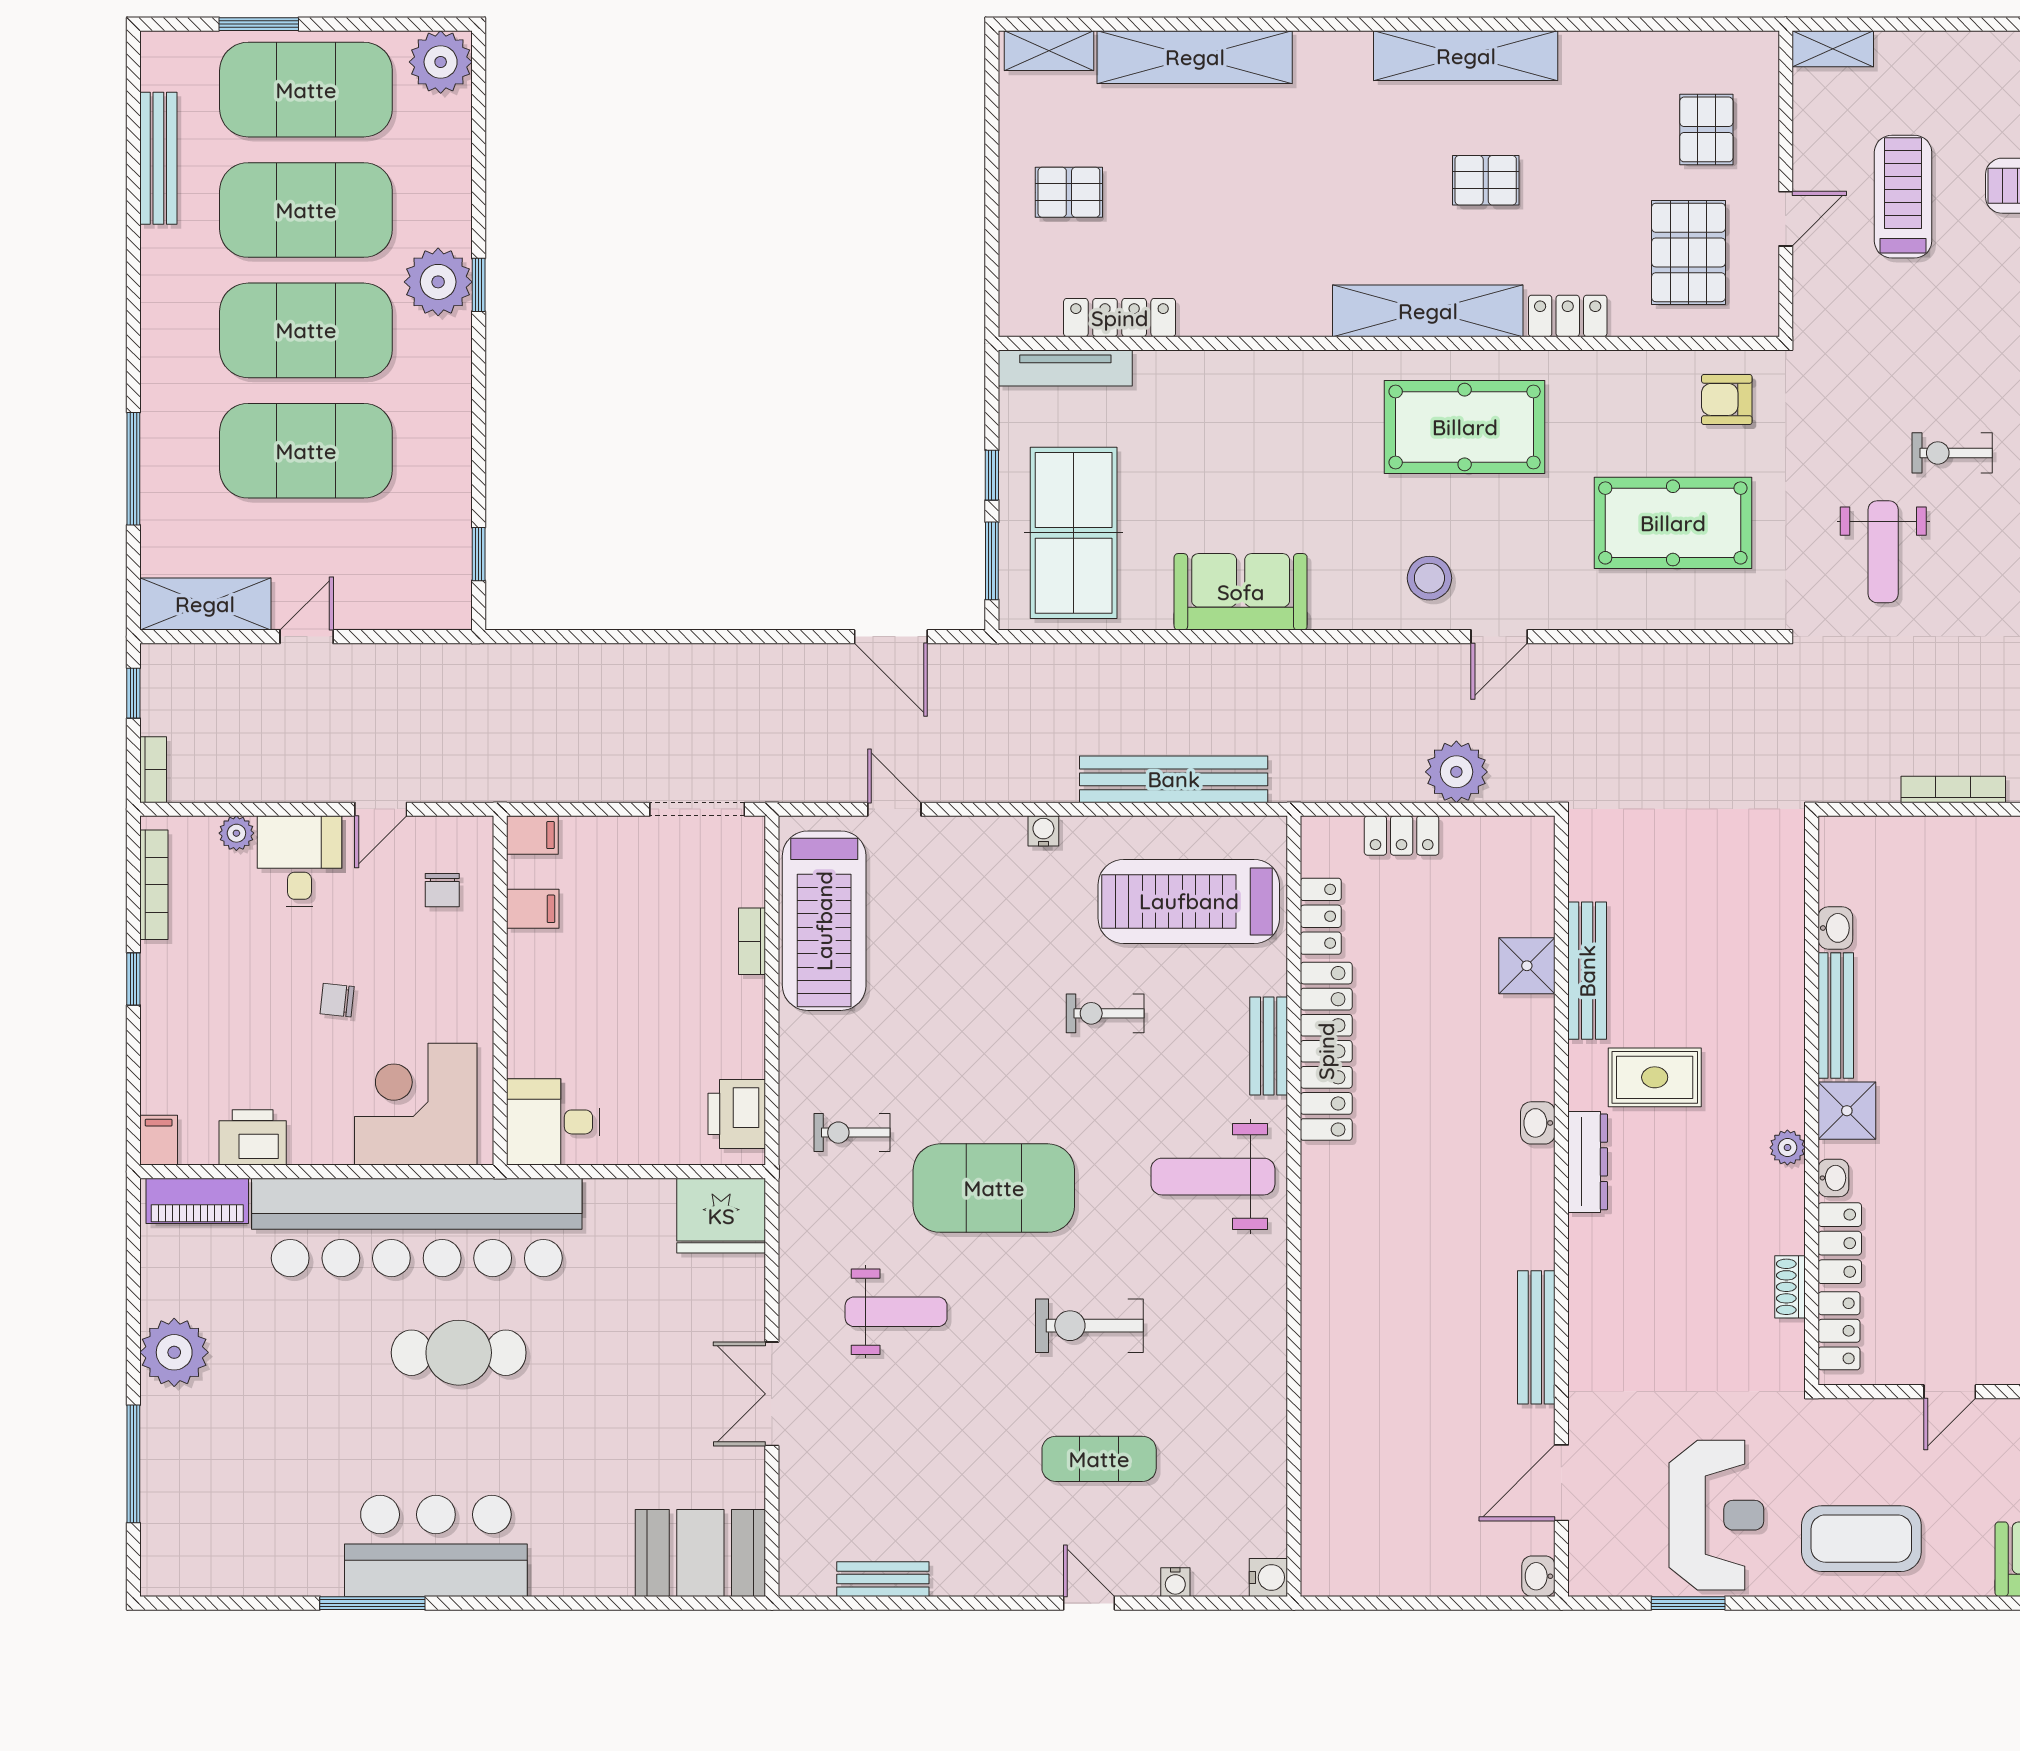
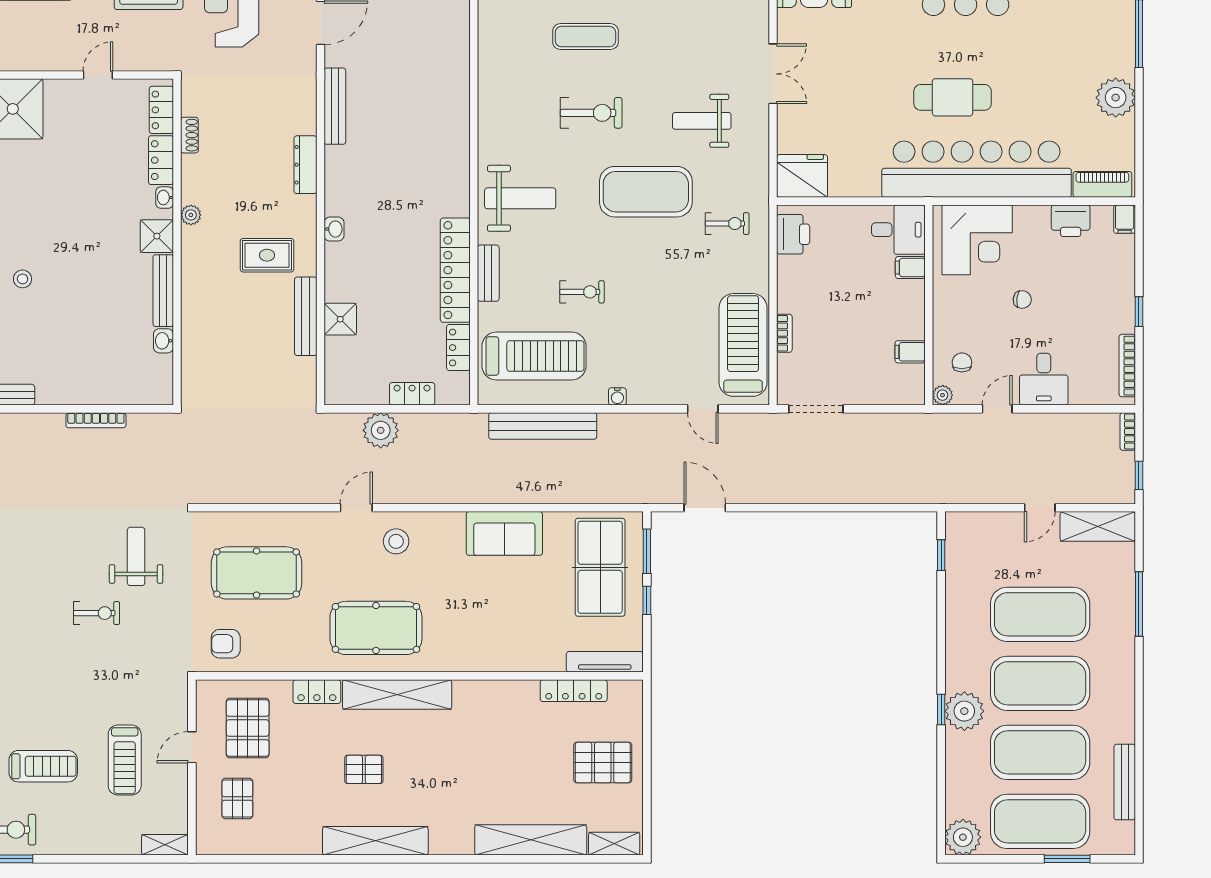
pallet: (1069, 192) -> (603, 763), width x1.50, depth x1.42
armchair: (1727, 399) -> (226, 644), turned 180
plant: (236, 833) -> (943, 395), moved
filing cabinet: (532, 835) -> (910, 268), moved
dresser: (1588, 1162) -> (305, 165), moved

